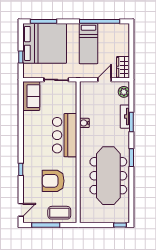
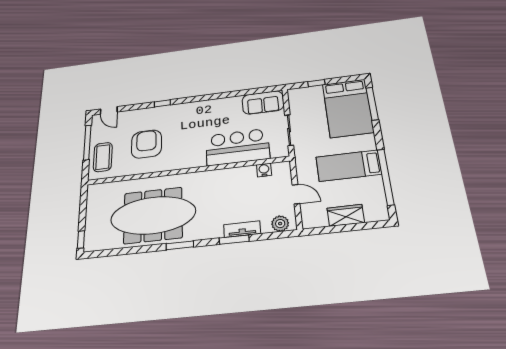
bed: (45, 43) -> (348, 108), width x0.73
wardrobe: (123, 67) -> (346, 215), moved
water cooler: (84, 123) -> (264, 170), moved
bar counter: (65, 135) -> (237, 147), moved

